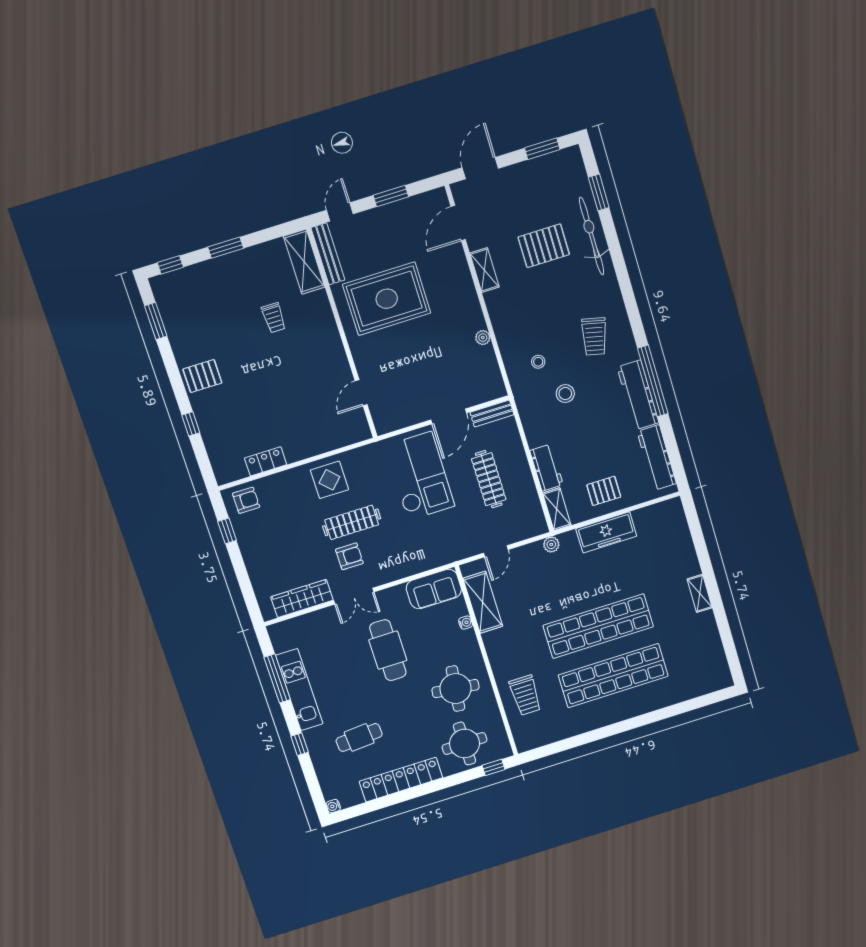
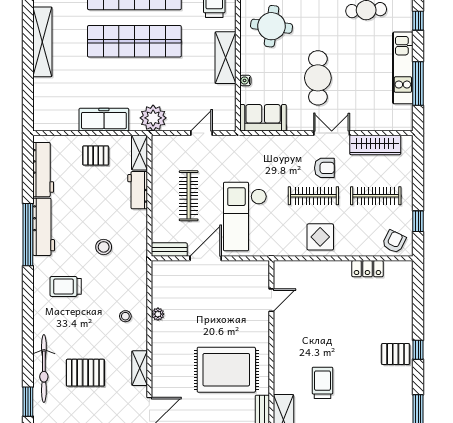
trolley: (274, 318) -> (322, 383), width x1.36, depth x1.39
trolley: (594, 336) -> (66, 286), turned -103
stool: (538, 362) -> (125, 316), moved
window: (191, 424) -> (418, 350), moved
armchair: (246, 500) -> (394, 242), turned 116
clothes rail: (283, 544) -> (376, 196), added
plant: (551, 544) -> (153, 118), width x1.87, depth x1.87
armchair: (349, 556) -> (324, 168), turned 180
shelving: (700, 593) -> (42, 42), width x2.20, depth x1.33
shelving: (483, 602) -> (226, 58), moved

